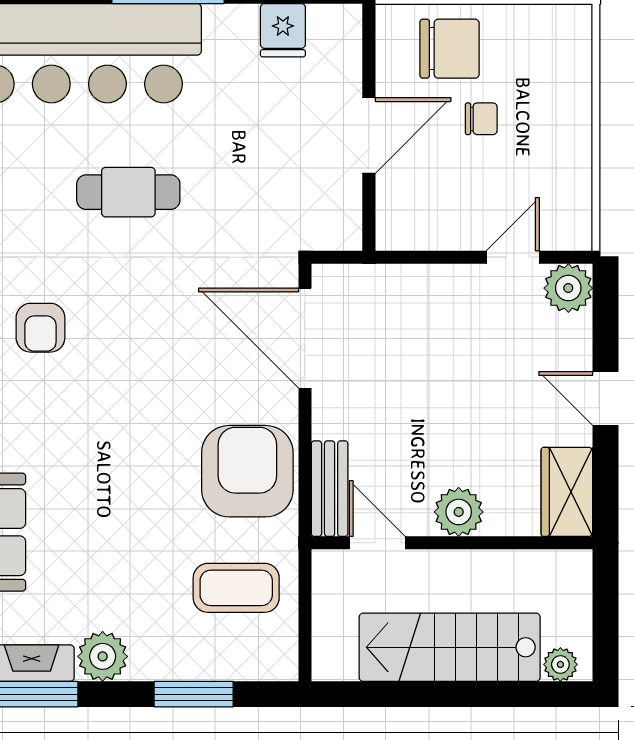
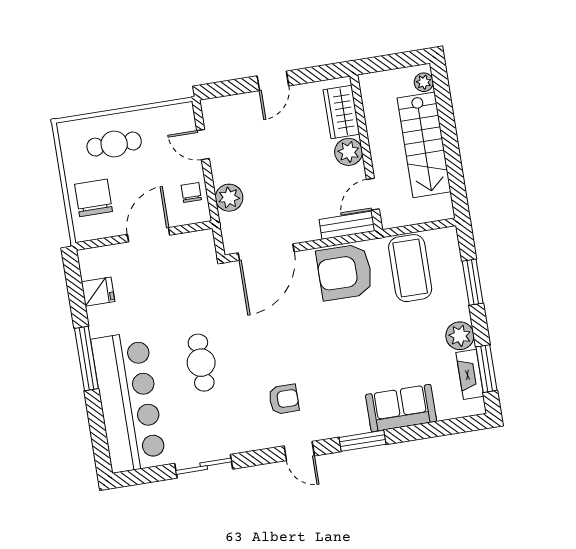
cafe table: (539, 100) -> (114, 144), added
chair: (481, 119) -> (191, 192), moved
door: (369, 135) -> (149, 235), hinge flipped
plant: (568, 288) -> (229, 198), moved
wardrobe: (567, 492) -> (341, 112), moved, turned 90
coffee table: (236, 588) -> (410, 268), width x1.36, depth x1.32

